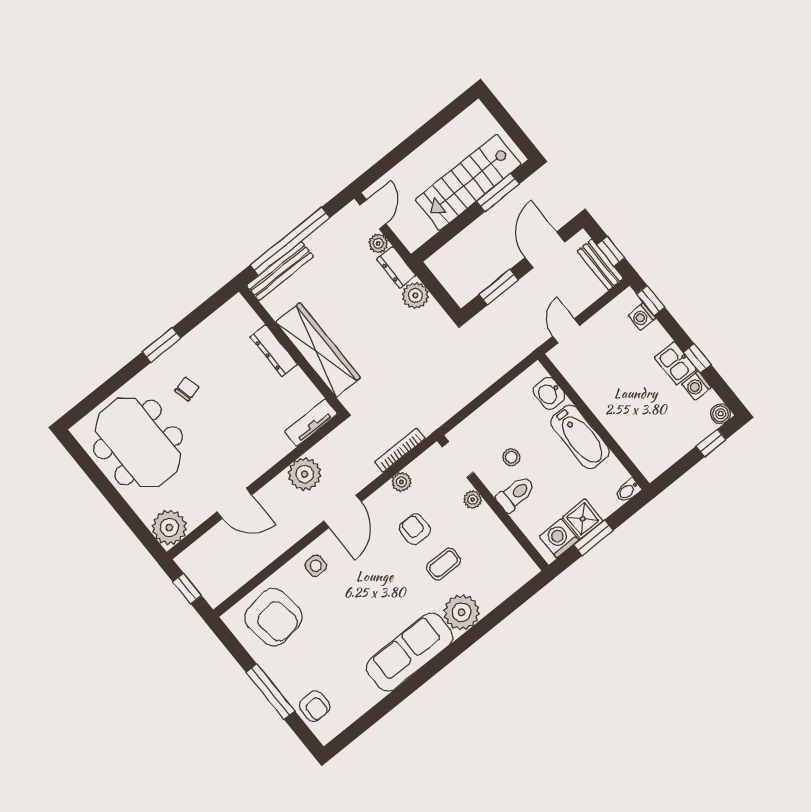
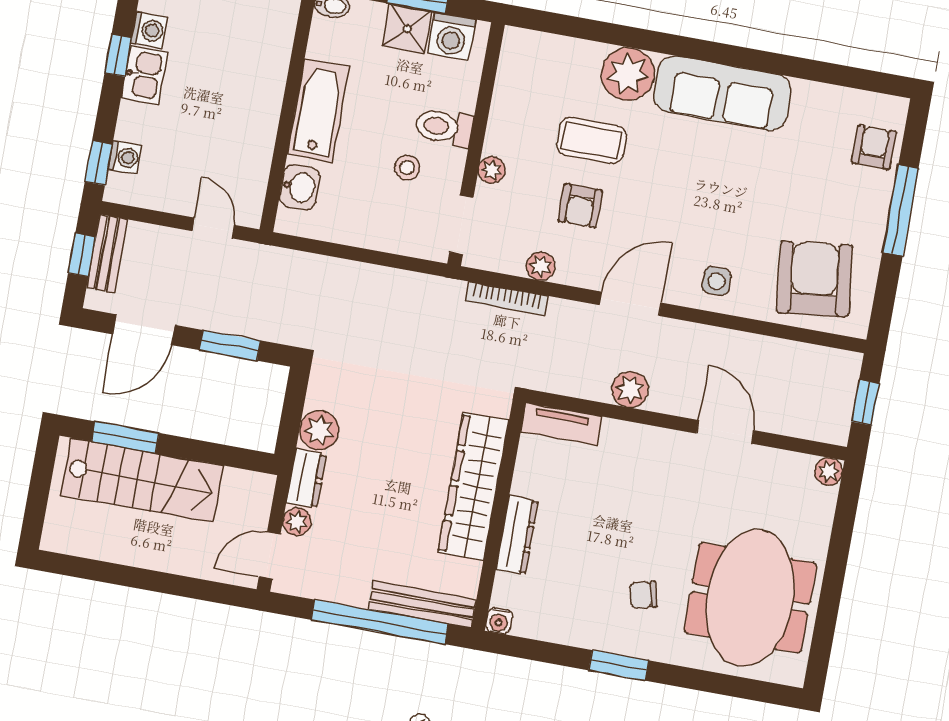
water cooler: (238, 303) -> (499, 621), added
door: (566, 331) -> (213, 228), swing flipped
plant: (305, 474) -> (630, 389), width x0.73, depth x0.73
plant: (169, 527) -> (829, 472), width x0.53, depth x0.53
coffee table: (443, 564) -> (592, 140), width x1.36, depth x1.30

